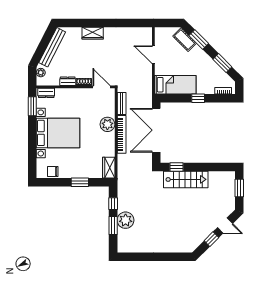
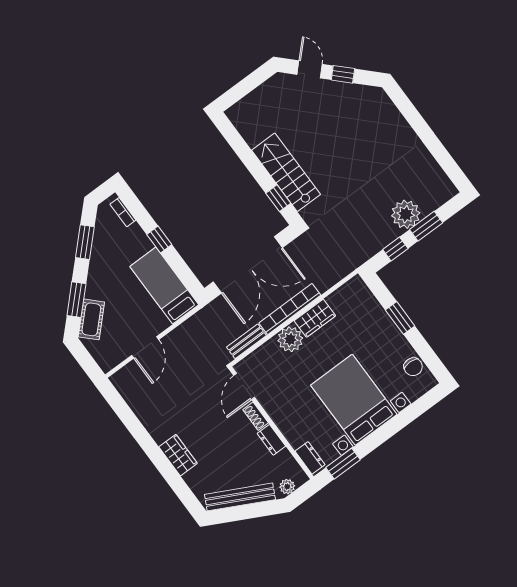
wardrobe: (109, 168) -> (315, 318), moved
window: (239, 188) -> (242, 89), removed

